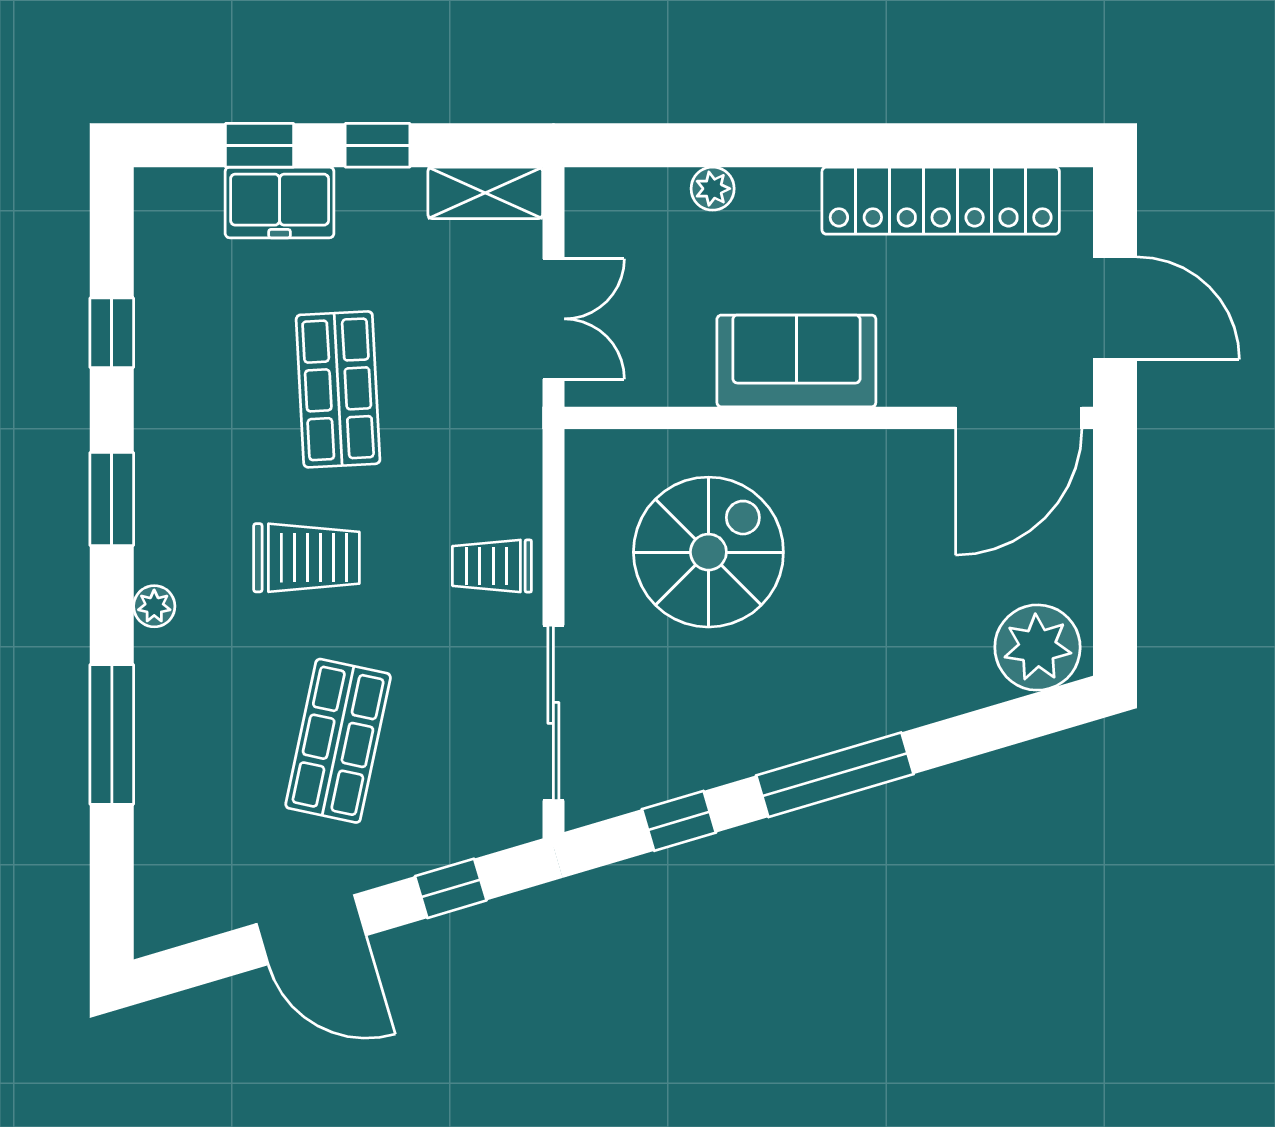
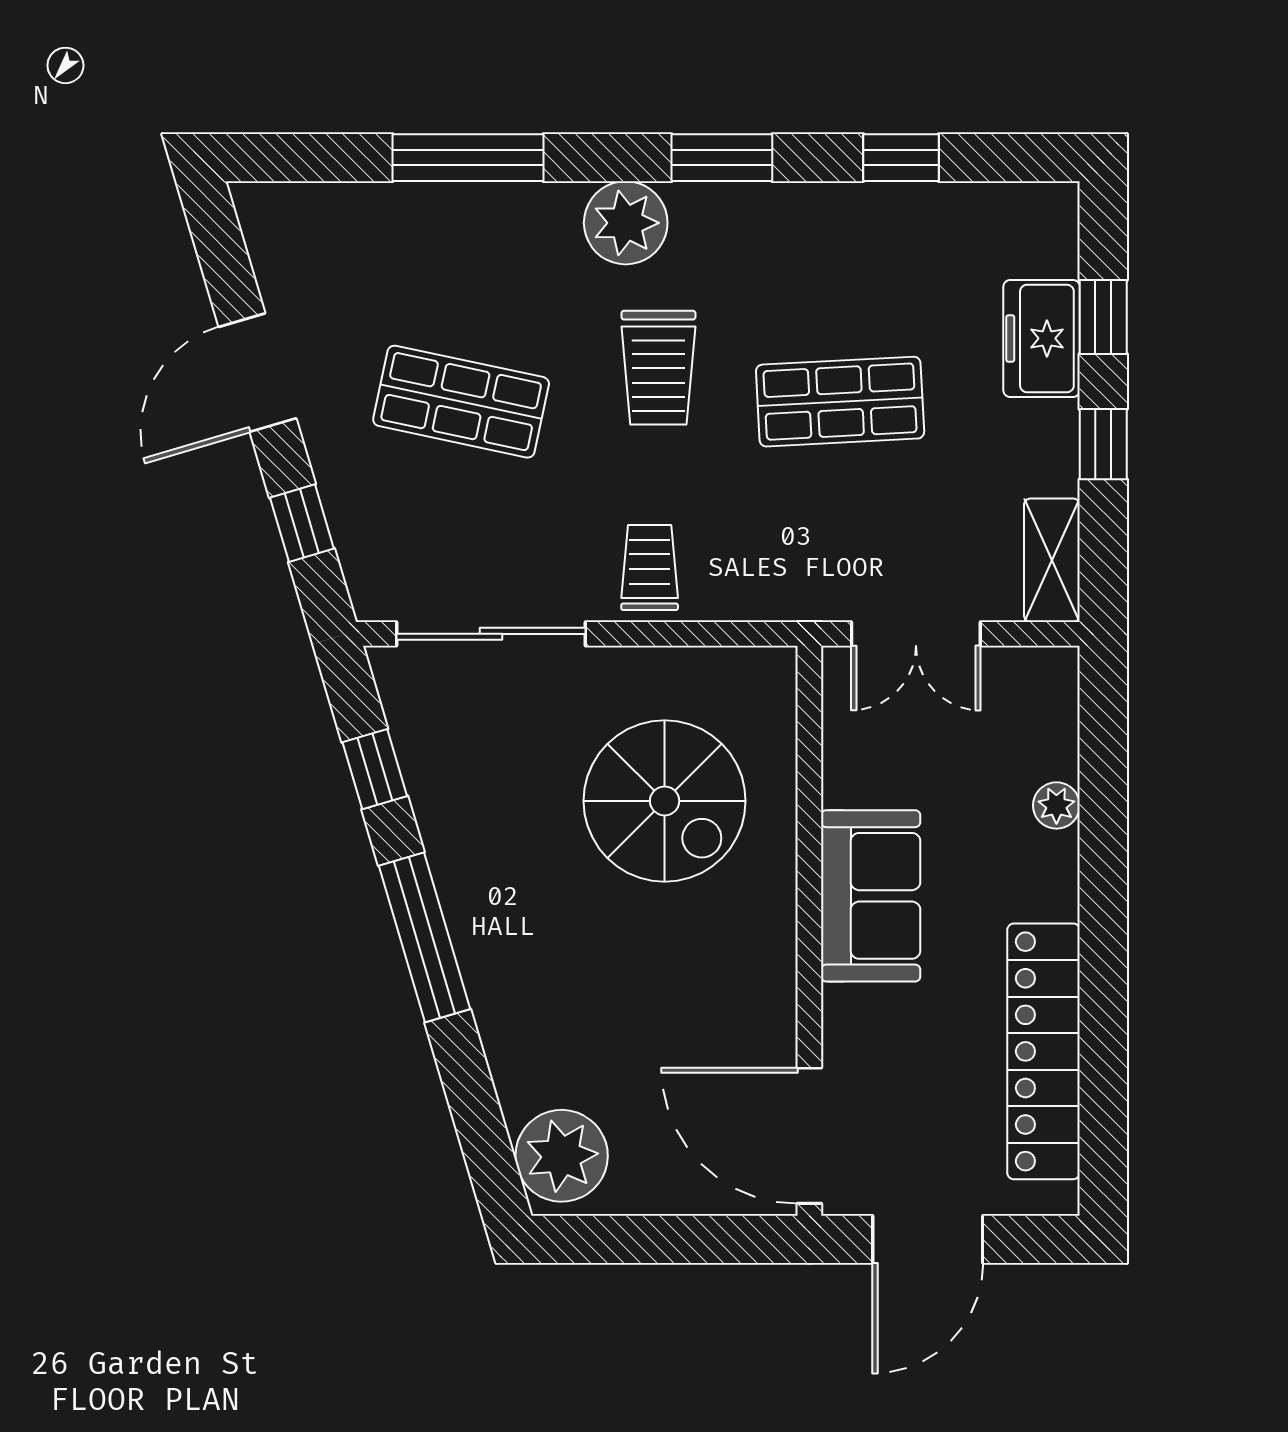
plant: (154, 606) -> (626, 223), width x1.87, depth x1.87

